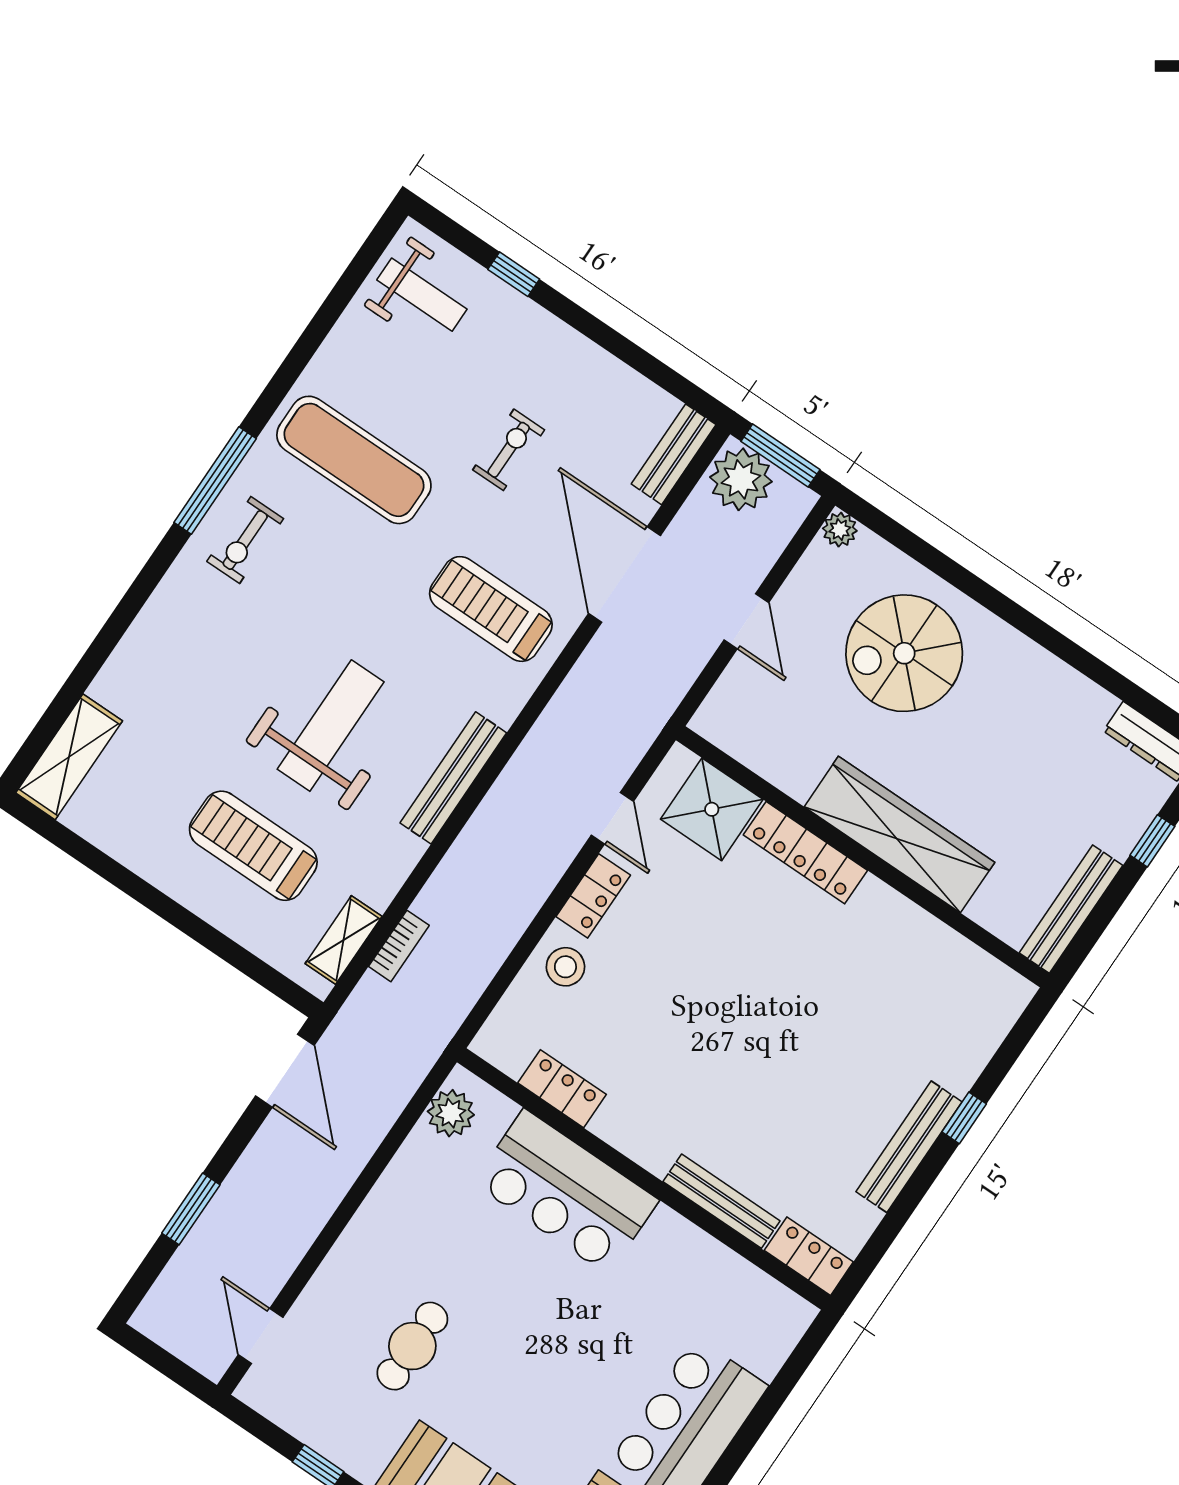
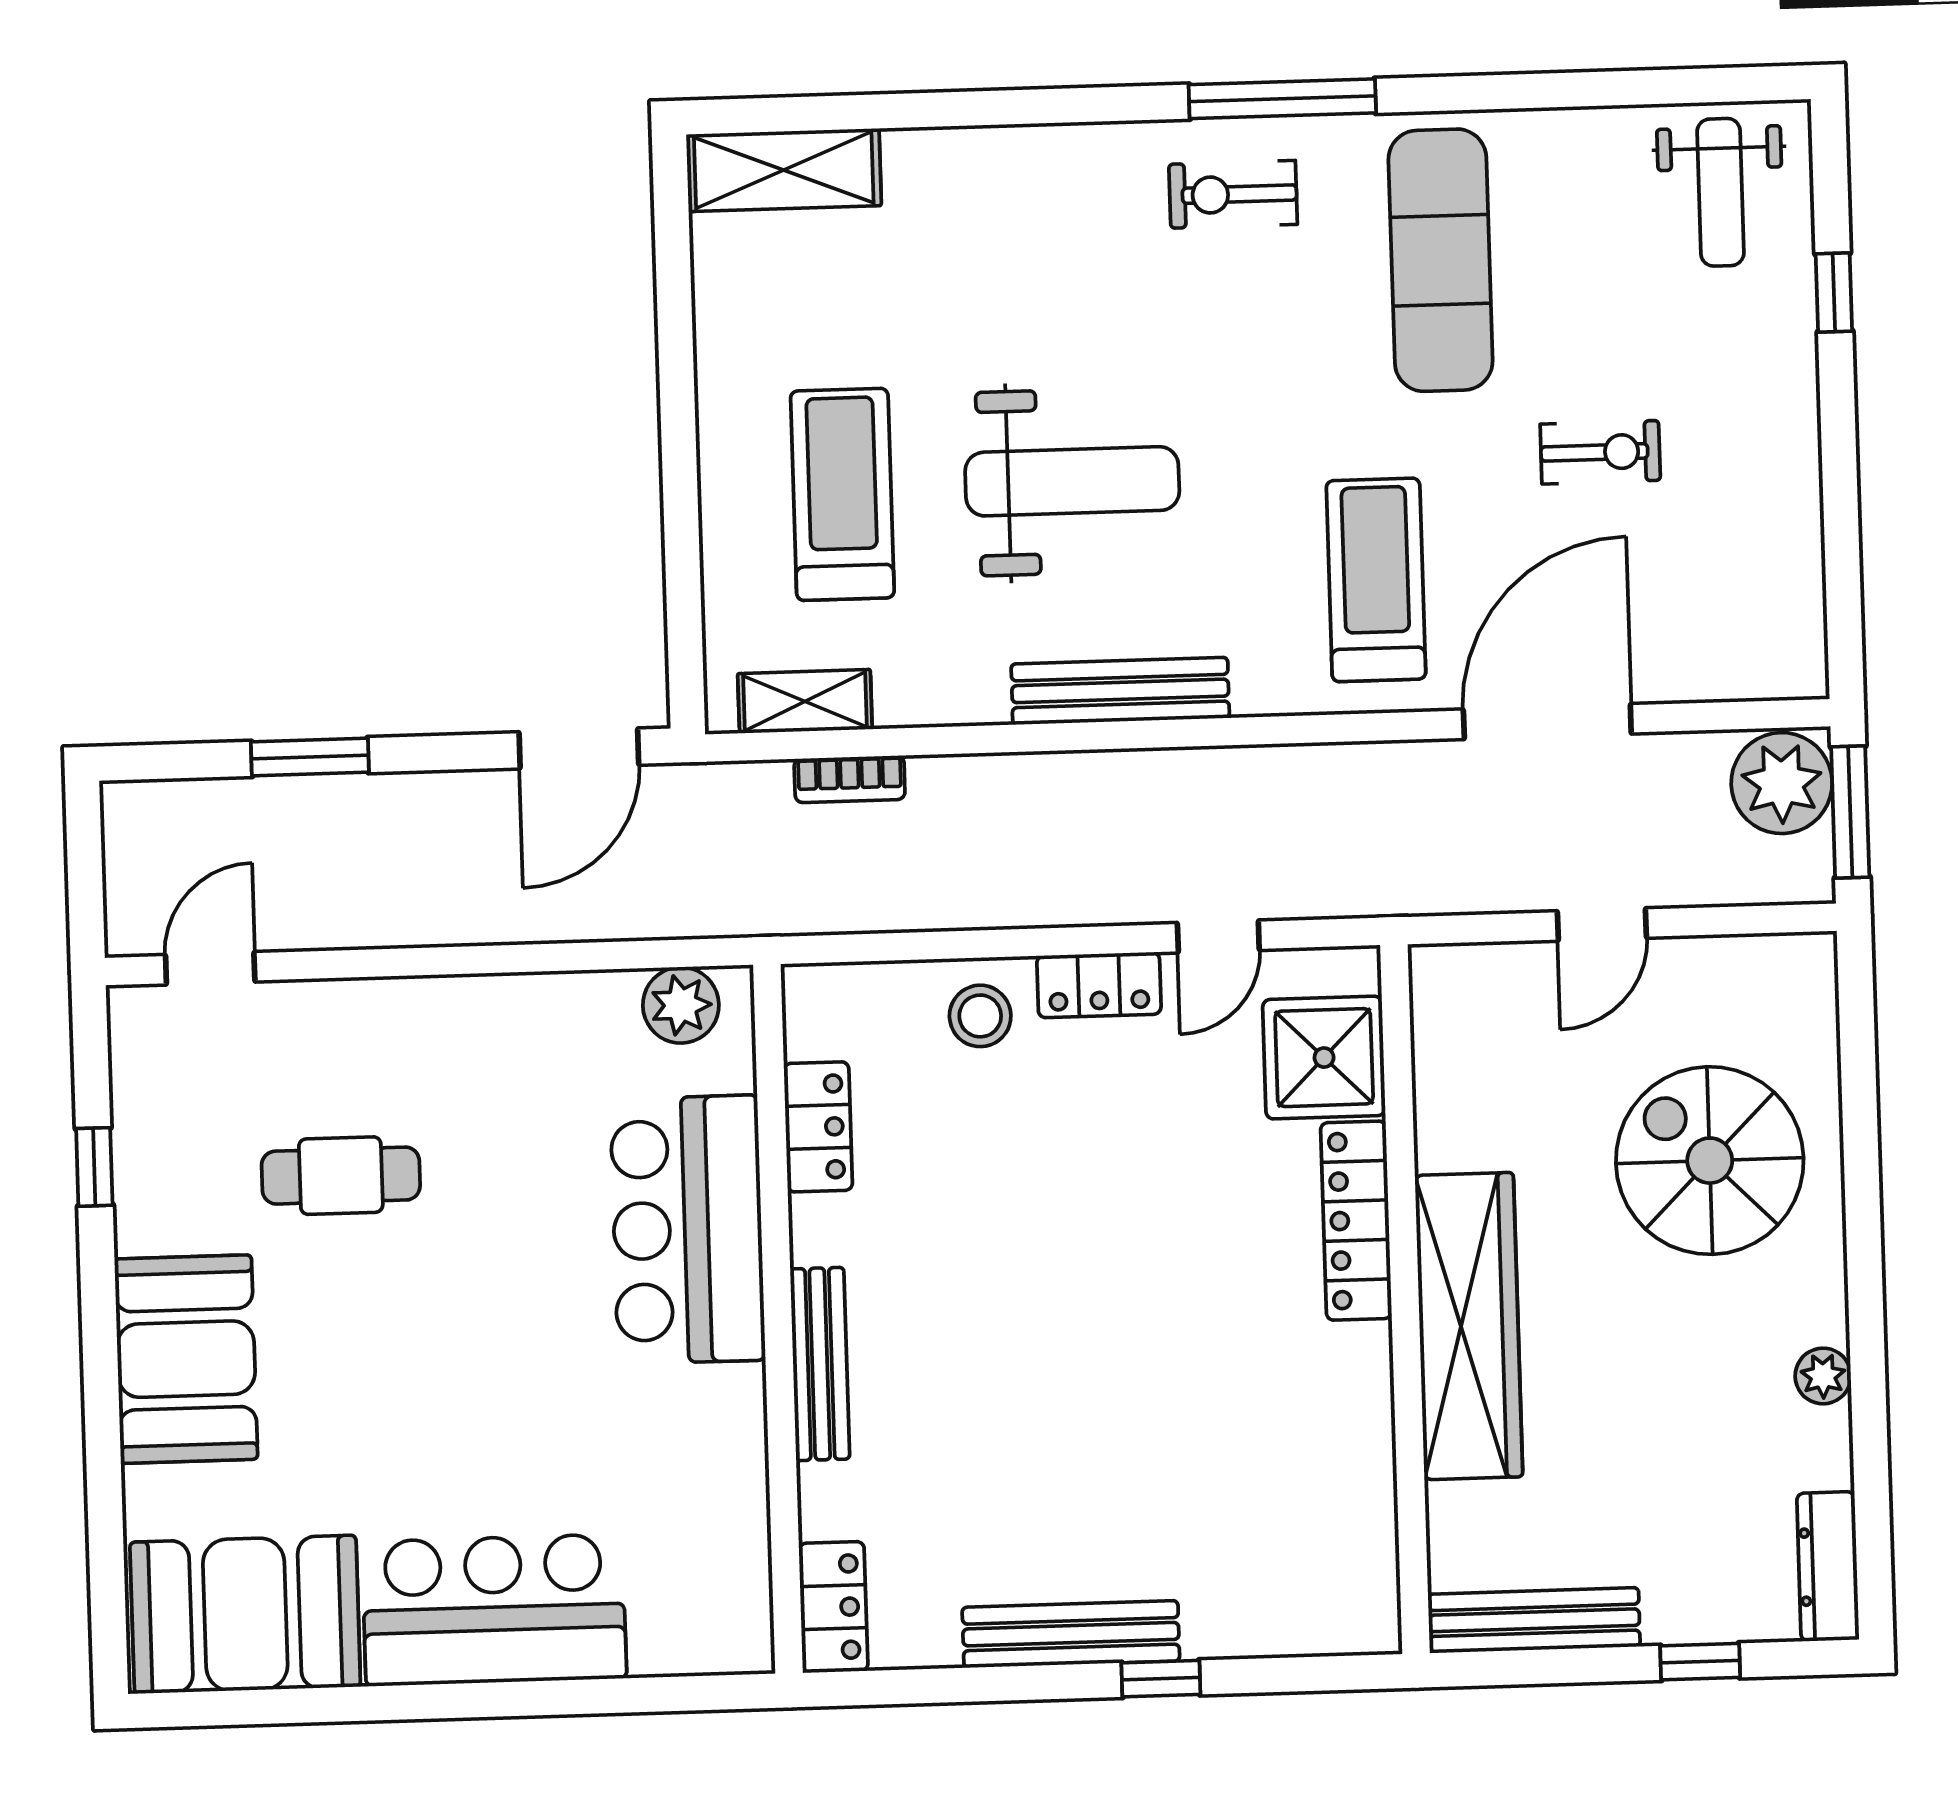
bench: (674, 454) -> (1751, 672), removed
plant: (840, 530) -> (1823, 1376), moved
bench: (721, 1201) -> (820, 1364), moved

